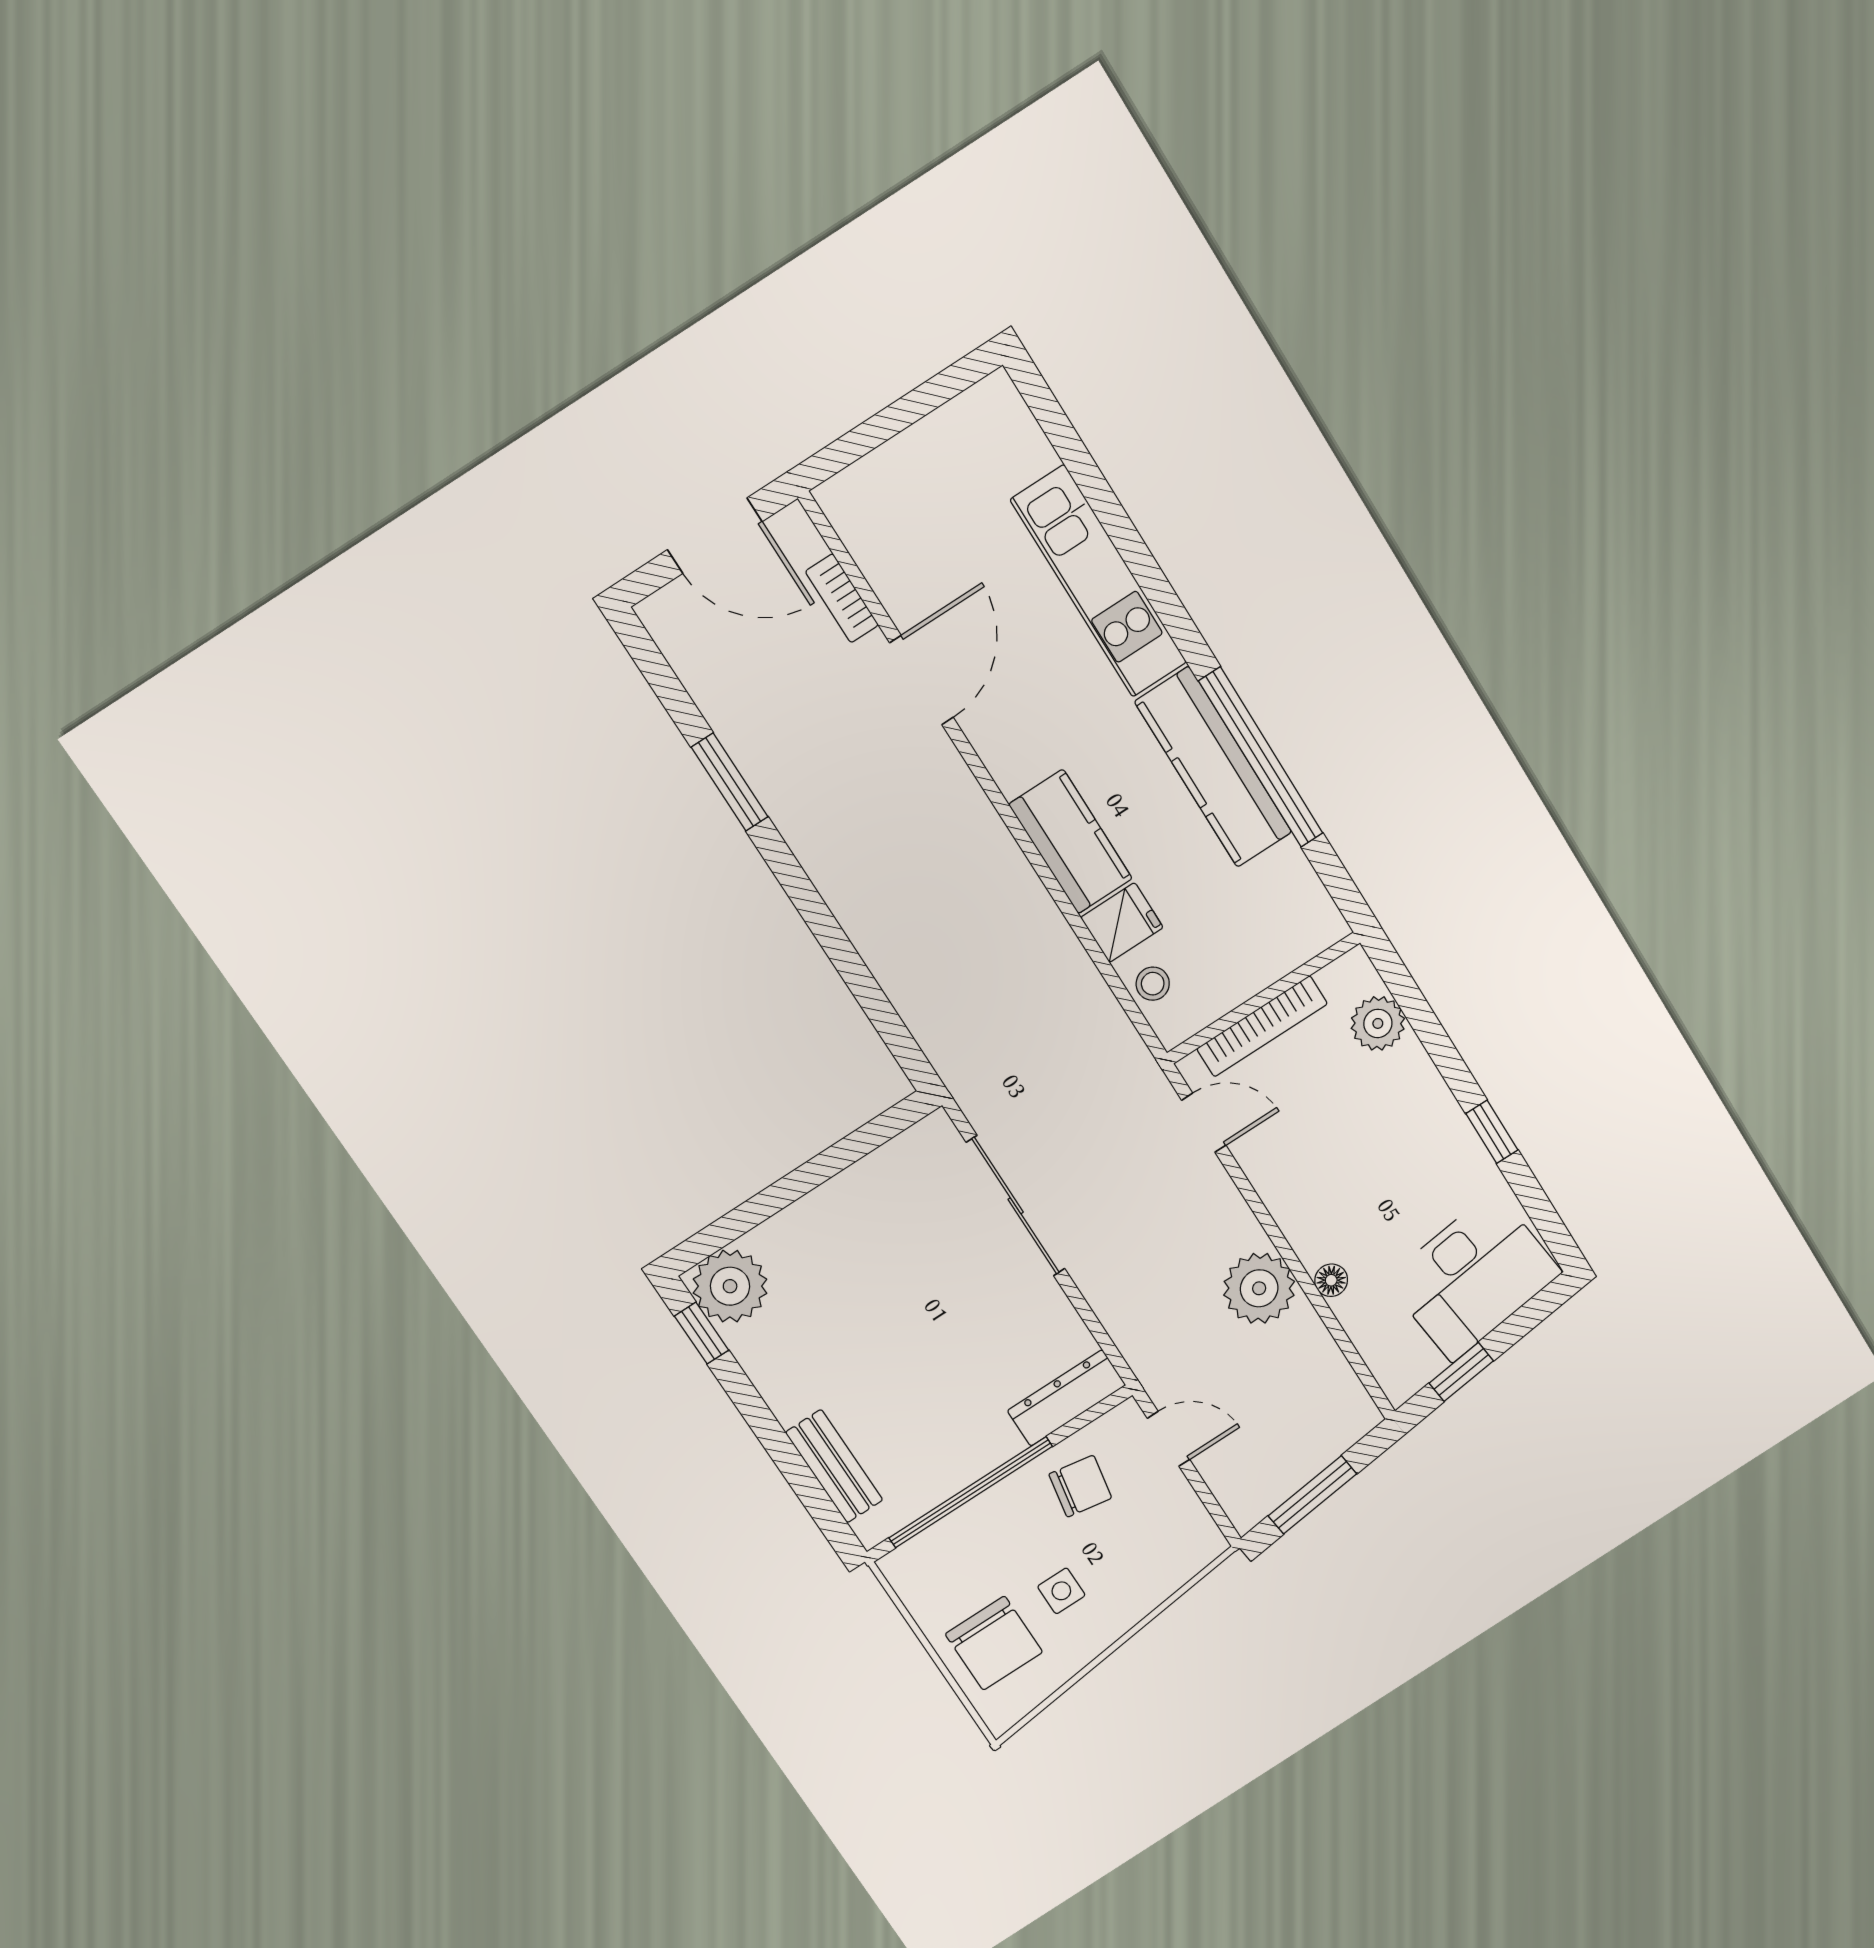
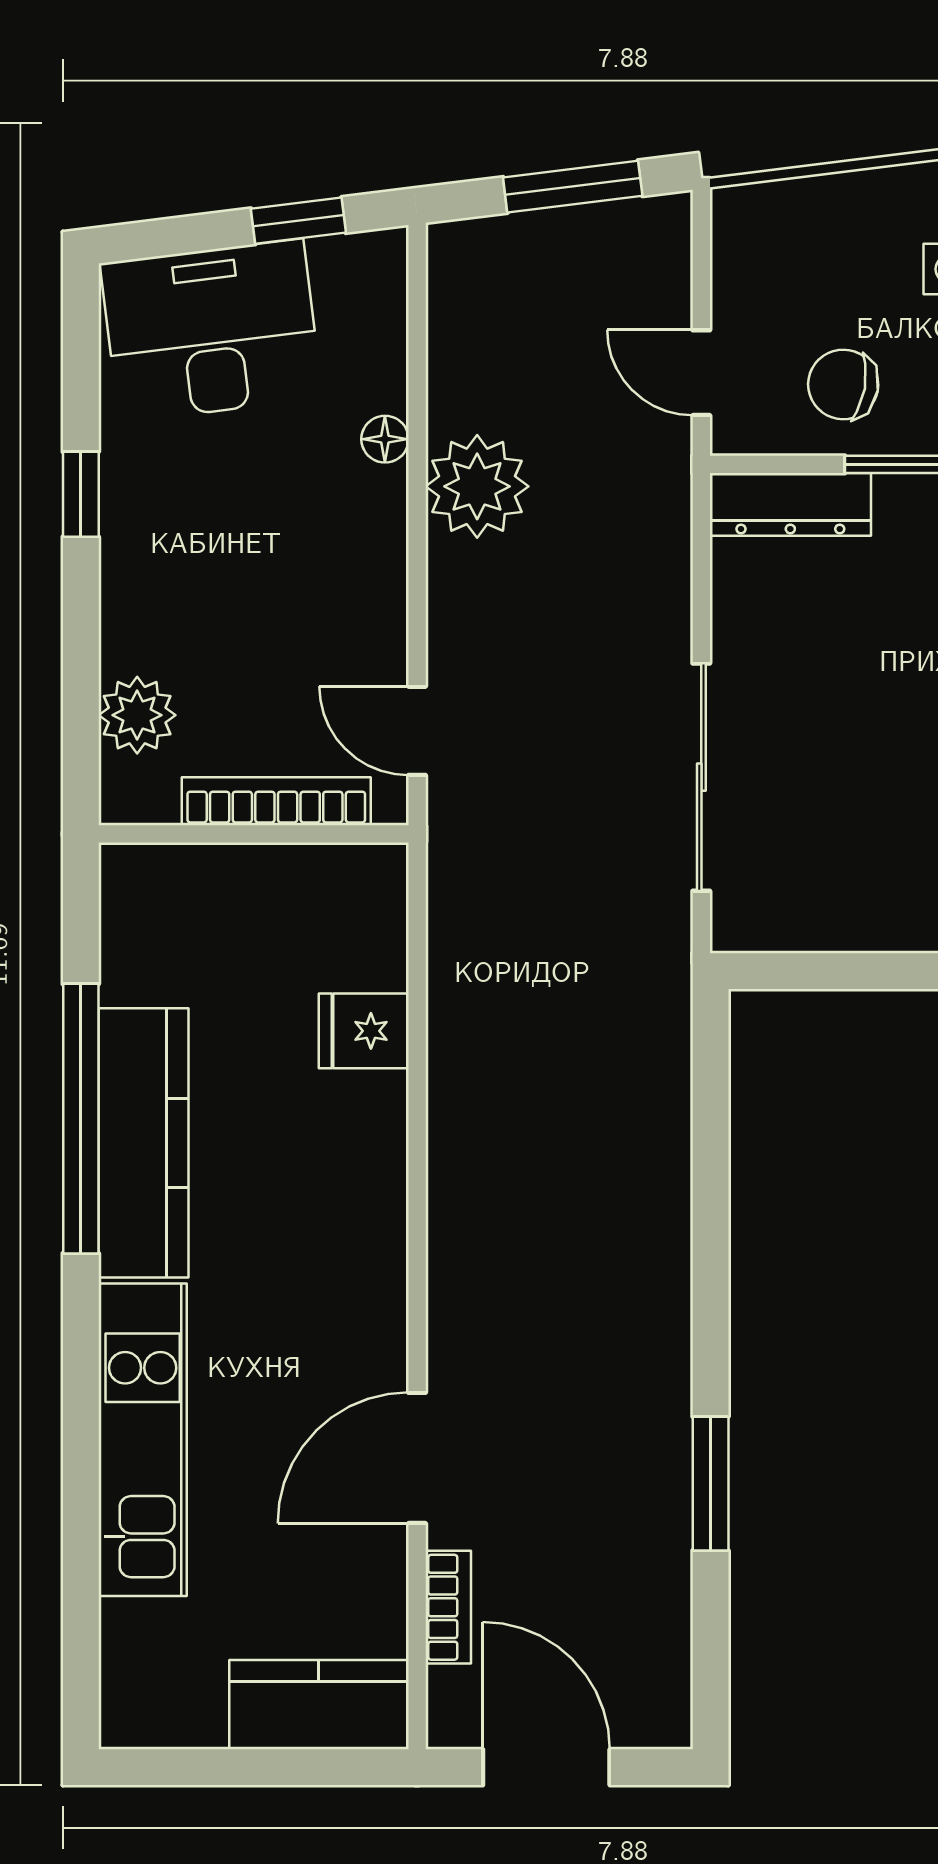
kitchen counter: (1071, 842) -> (319, 1705), moved, turned 90
stool: (1153, 984) -> (373, 936), removed

